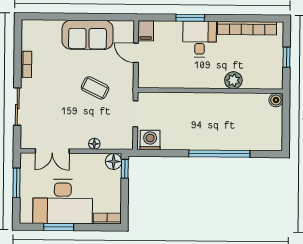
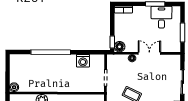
washing machine: (150, 140) -> (83, 61), moved
double door: (52, 151) -> (149, 53), moved
desk: (63, 202) -> (161, 17), width x0.53, depth x0.77

